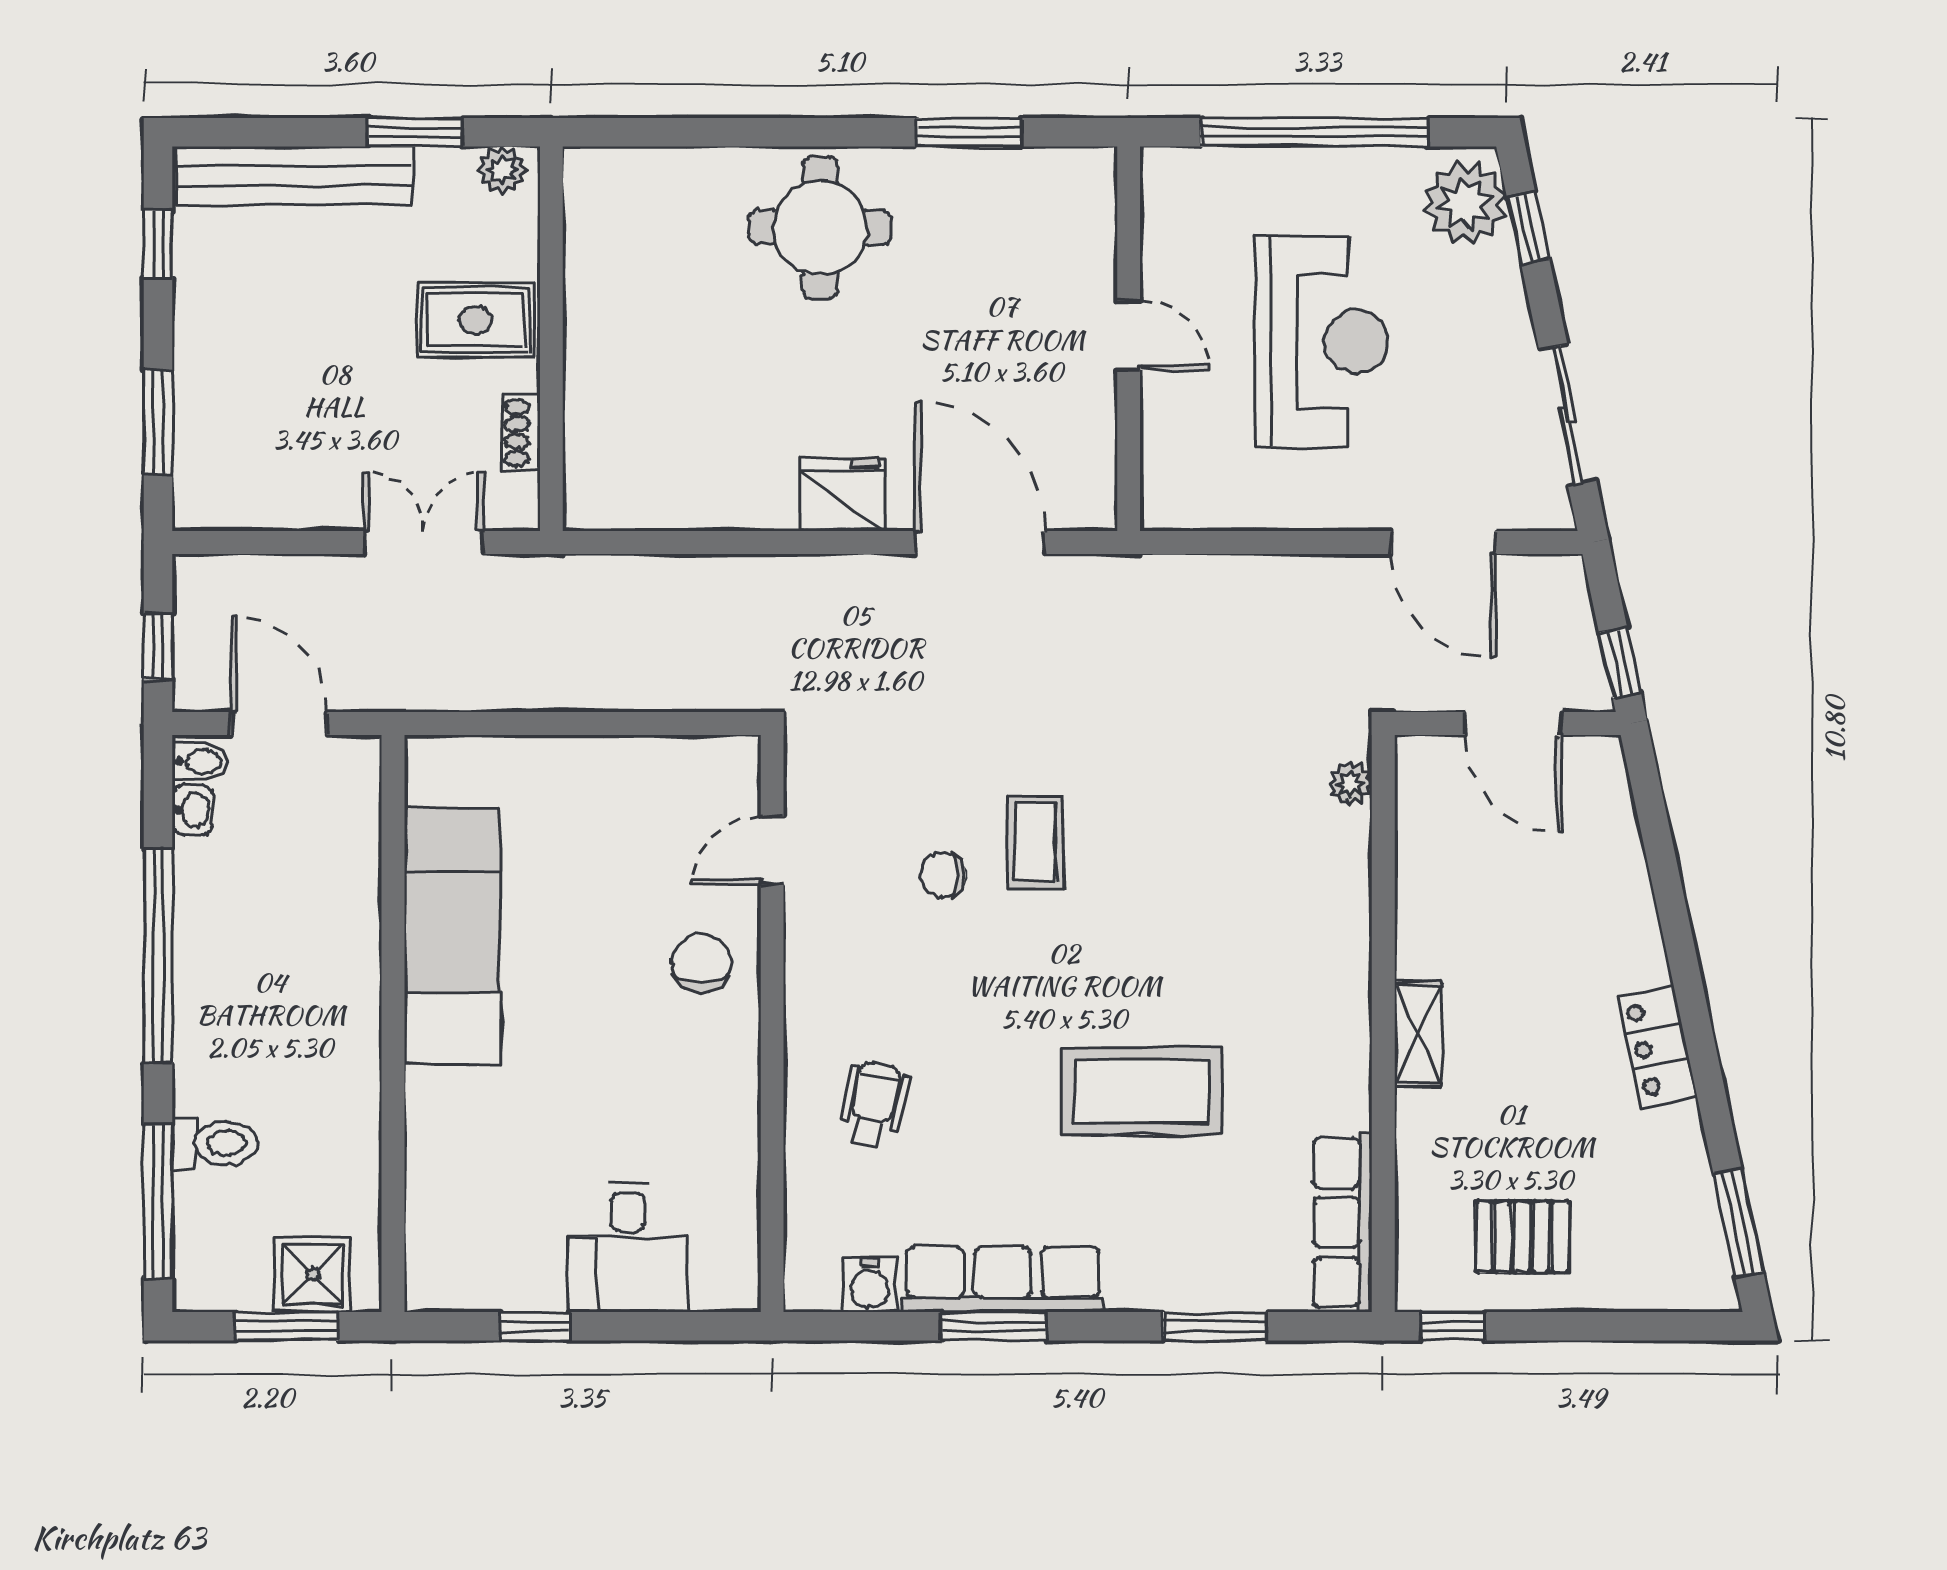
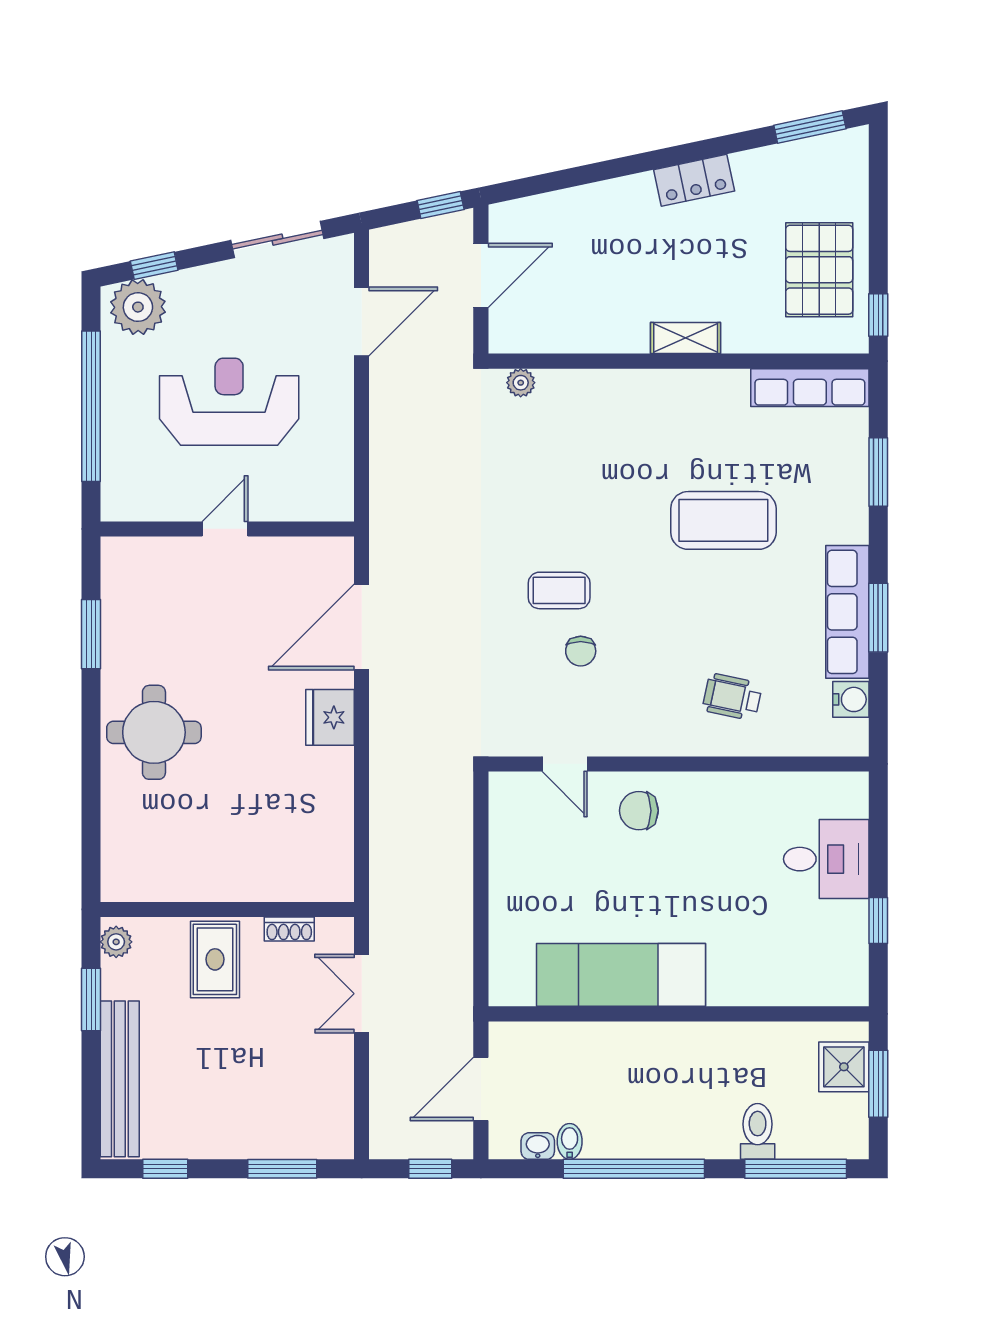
bidet: (200, 761) -> (570, 1141), moved
coffee table: (1142, 1091) -> (723, 520), turned 90
pallet: (1522, 1237) -> (819, 270), width x1.50, depth x1.42

